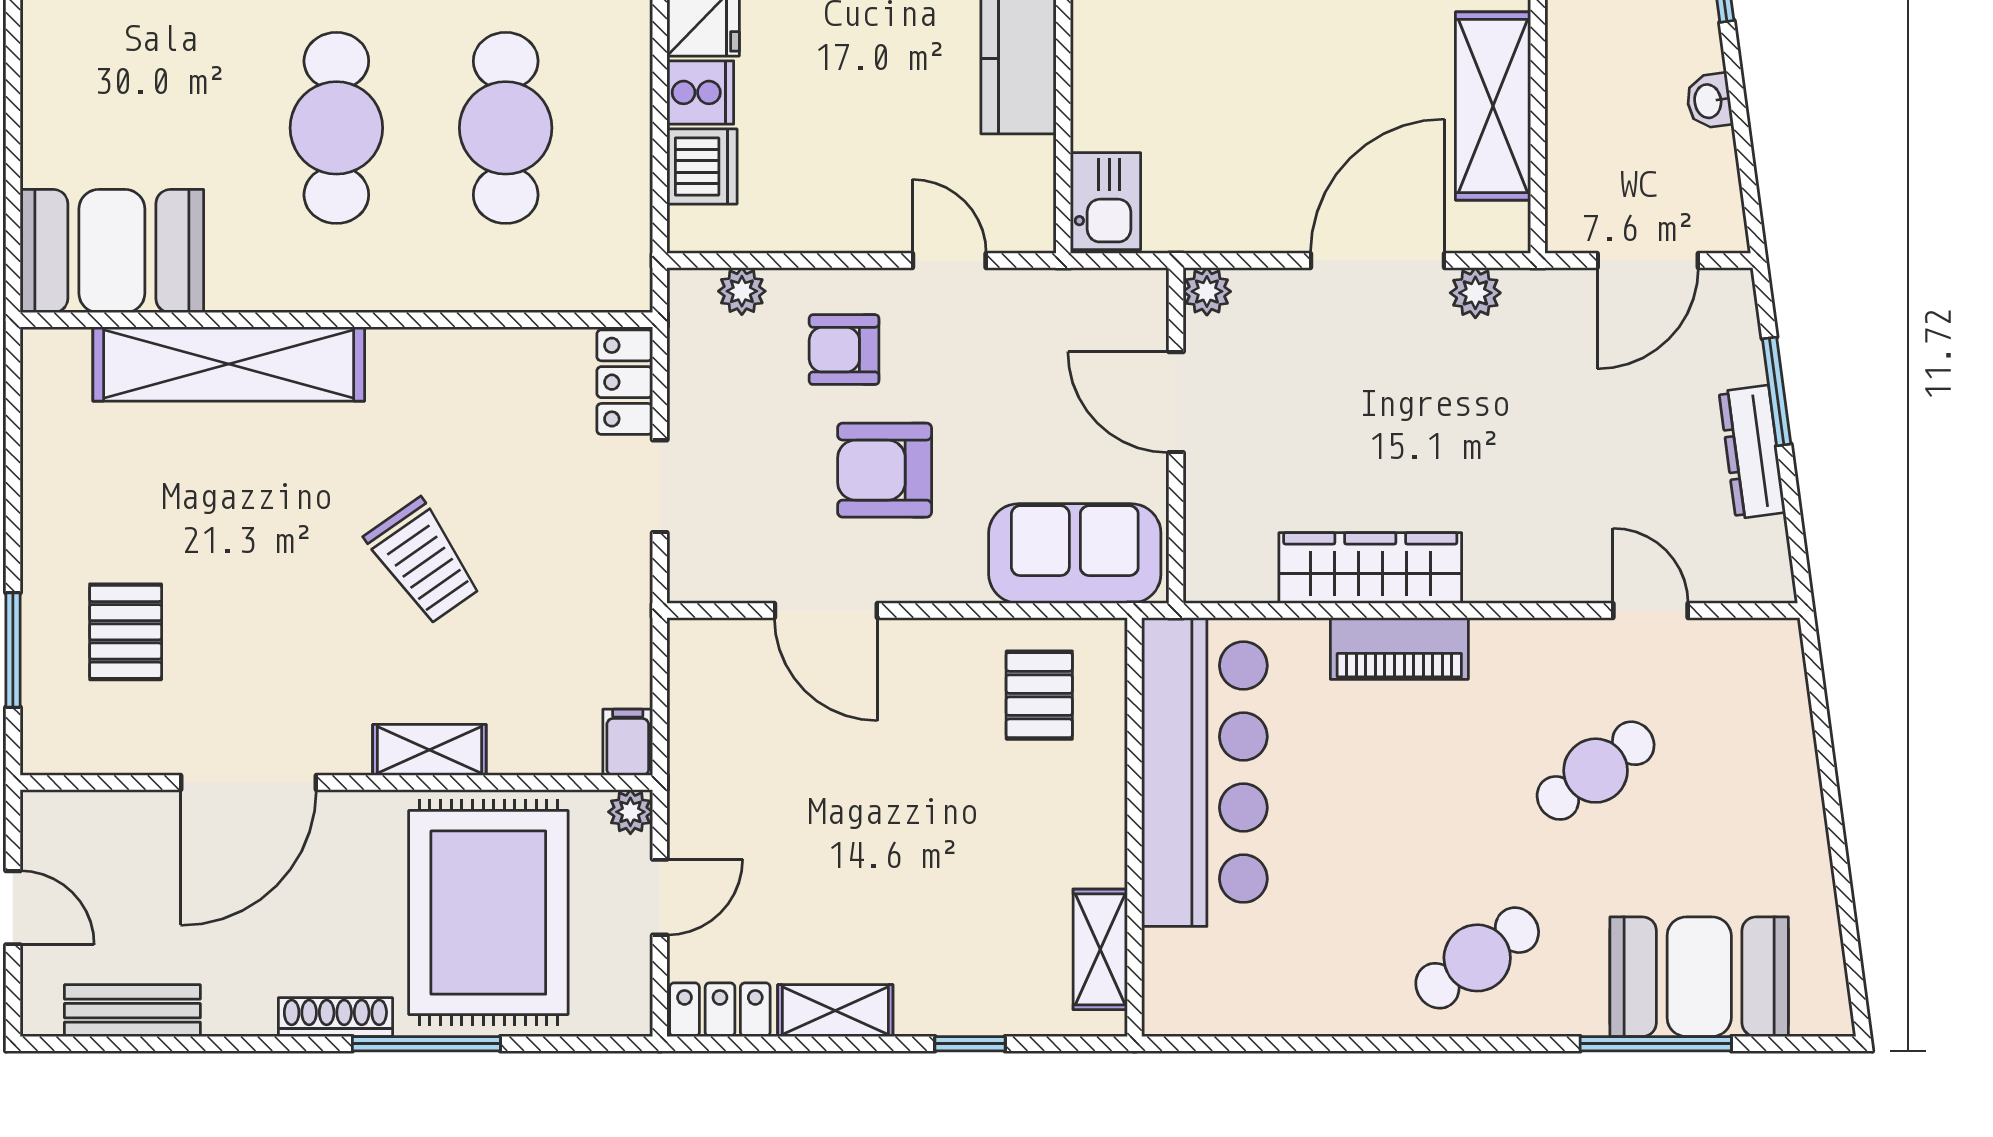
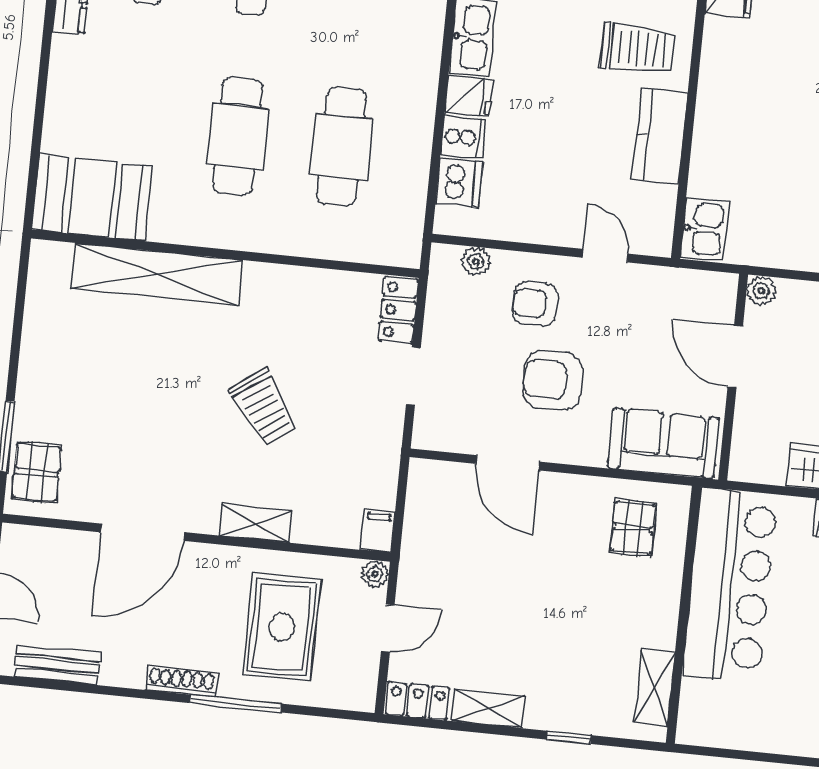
pallet: (126, 632) -> (37, 472), moved
rug: (488, 913) -> (282, 627), width x0.73, depth x0.69

